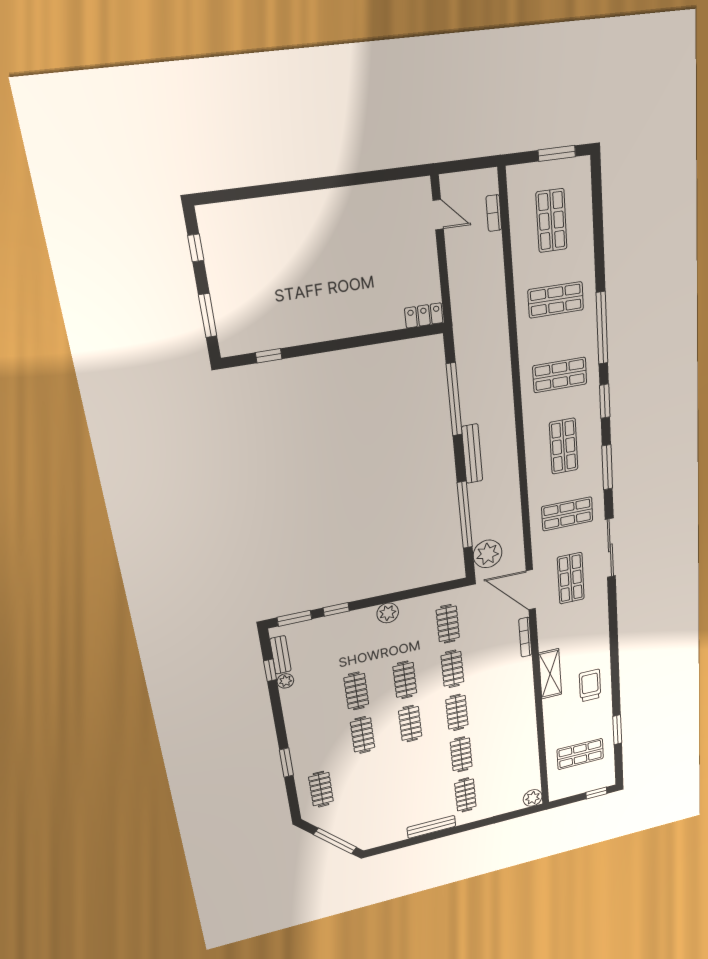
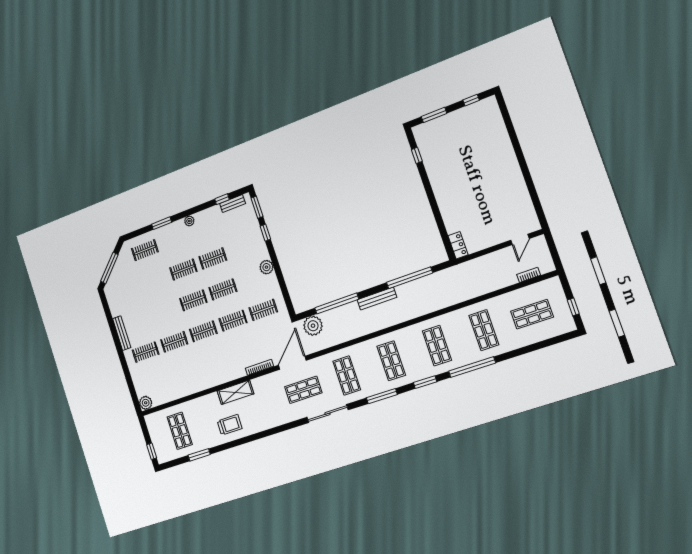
window: (557, 153) -> (573, 307), width x0.67
shop shelf: (564, 446) -> (391, 361), turned 90
plant: (285, 681) -> (189, 221), moved

